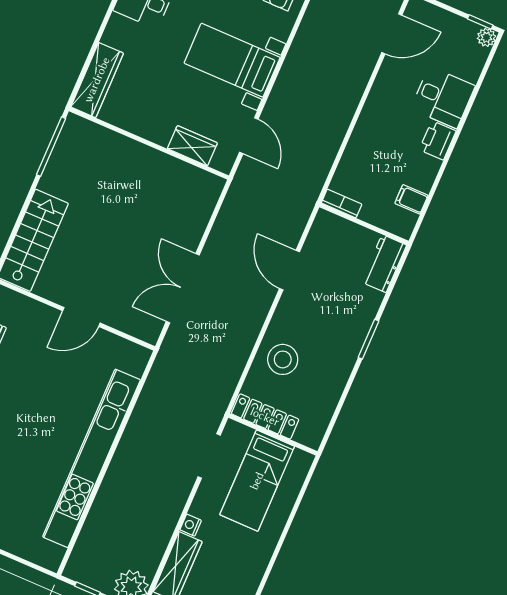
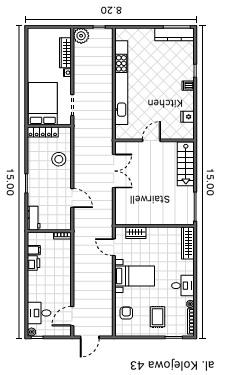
desk: (443, 97) -> (39, 313), moved
printer: (438, 140) -> (34, 263), moved
locker: (265, 417) -> (43, 132), moved
bed: (257, 481) -> (43, 104), width x1.50

